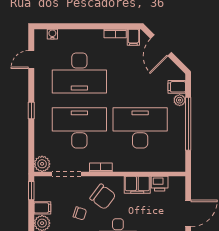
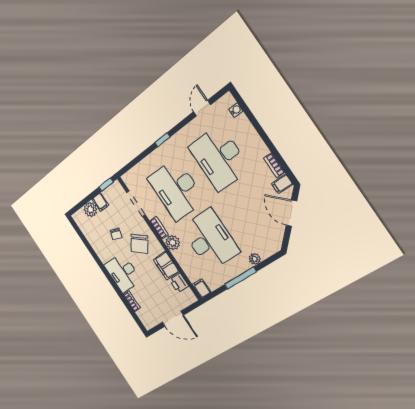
door: (161, 45) -> (291, 213), hinge flipped
door: (31, 60) -> (202, 108), hinge flipped
filing cabinet: (177, 87) -> (202, 288), moved
window: (188, 124) -> (240, 278), width x0.68
desk: (79, 128) -> (176, 189), turned 180
plant: (42, 164) -> (173, 243), moved

